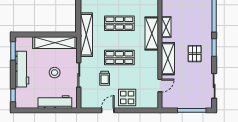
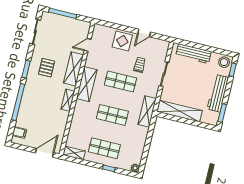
shelving: (152, 34) -> (87, 84), moved
shelving: (86, 35) -> (147, 111), width x0.68
stool: (55, 73) -> (224, 62), moved

